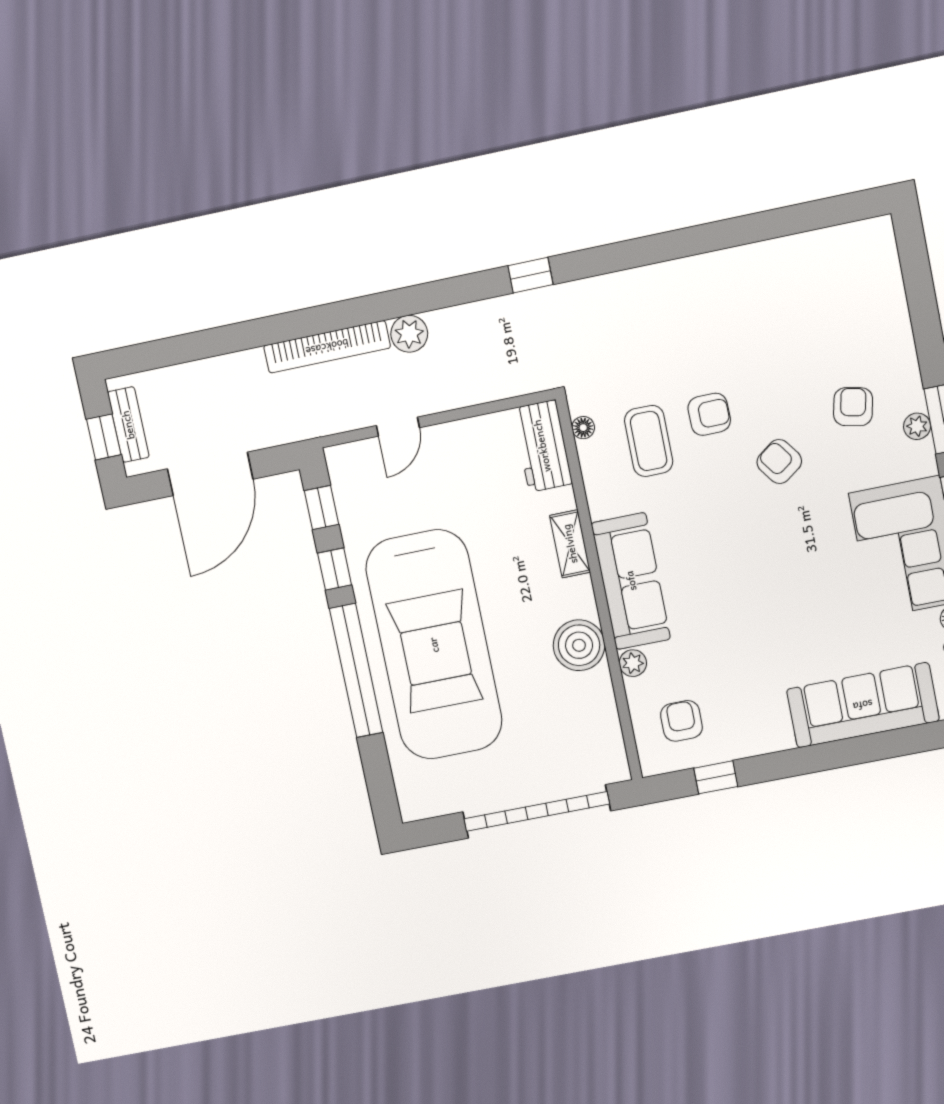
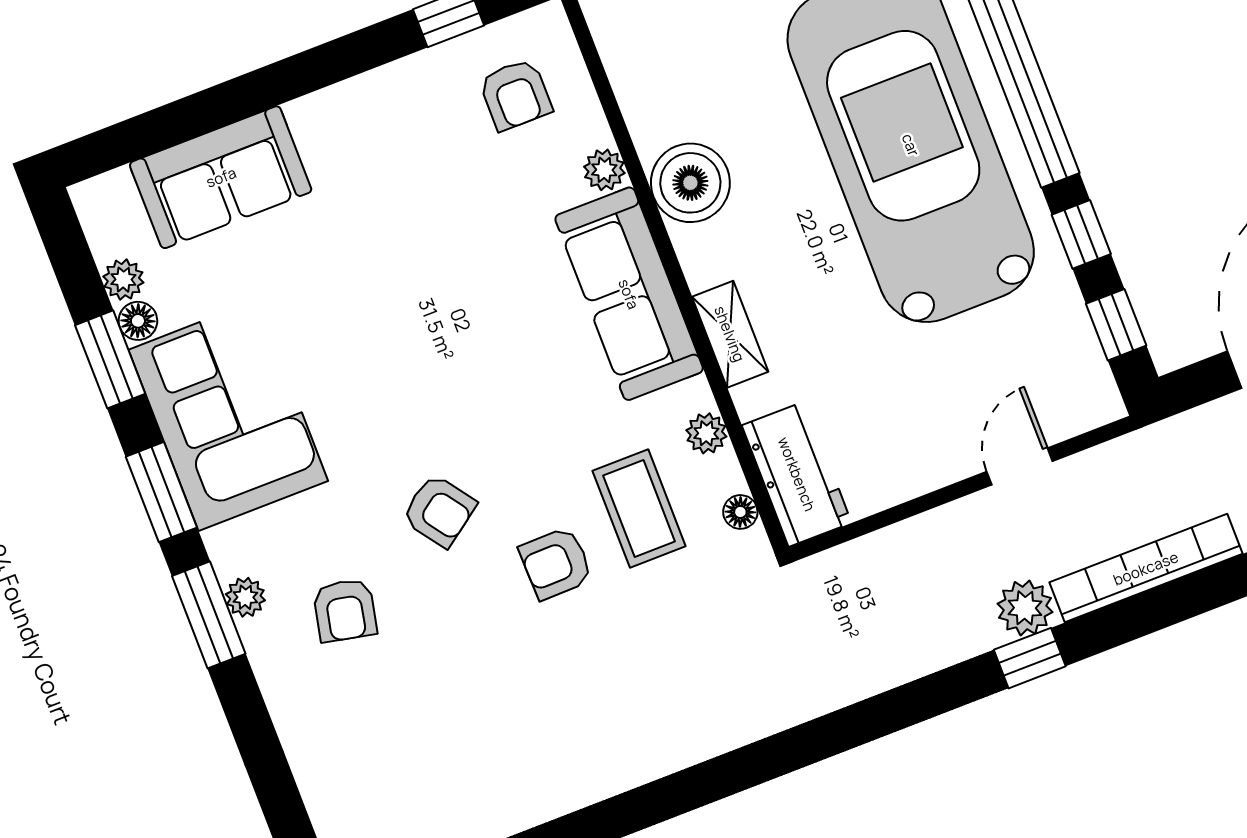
window: (530, 275) -> (1030, 658), moved
plant: (596, 482) -> (706, 433), added
sofa: (863, 705) -> (221, 177), width x0.73

